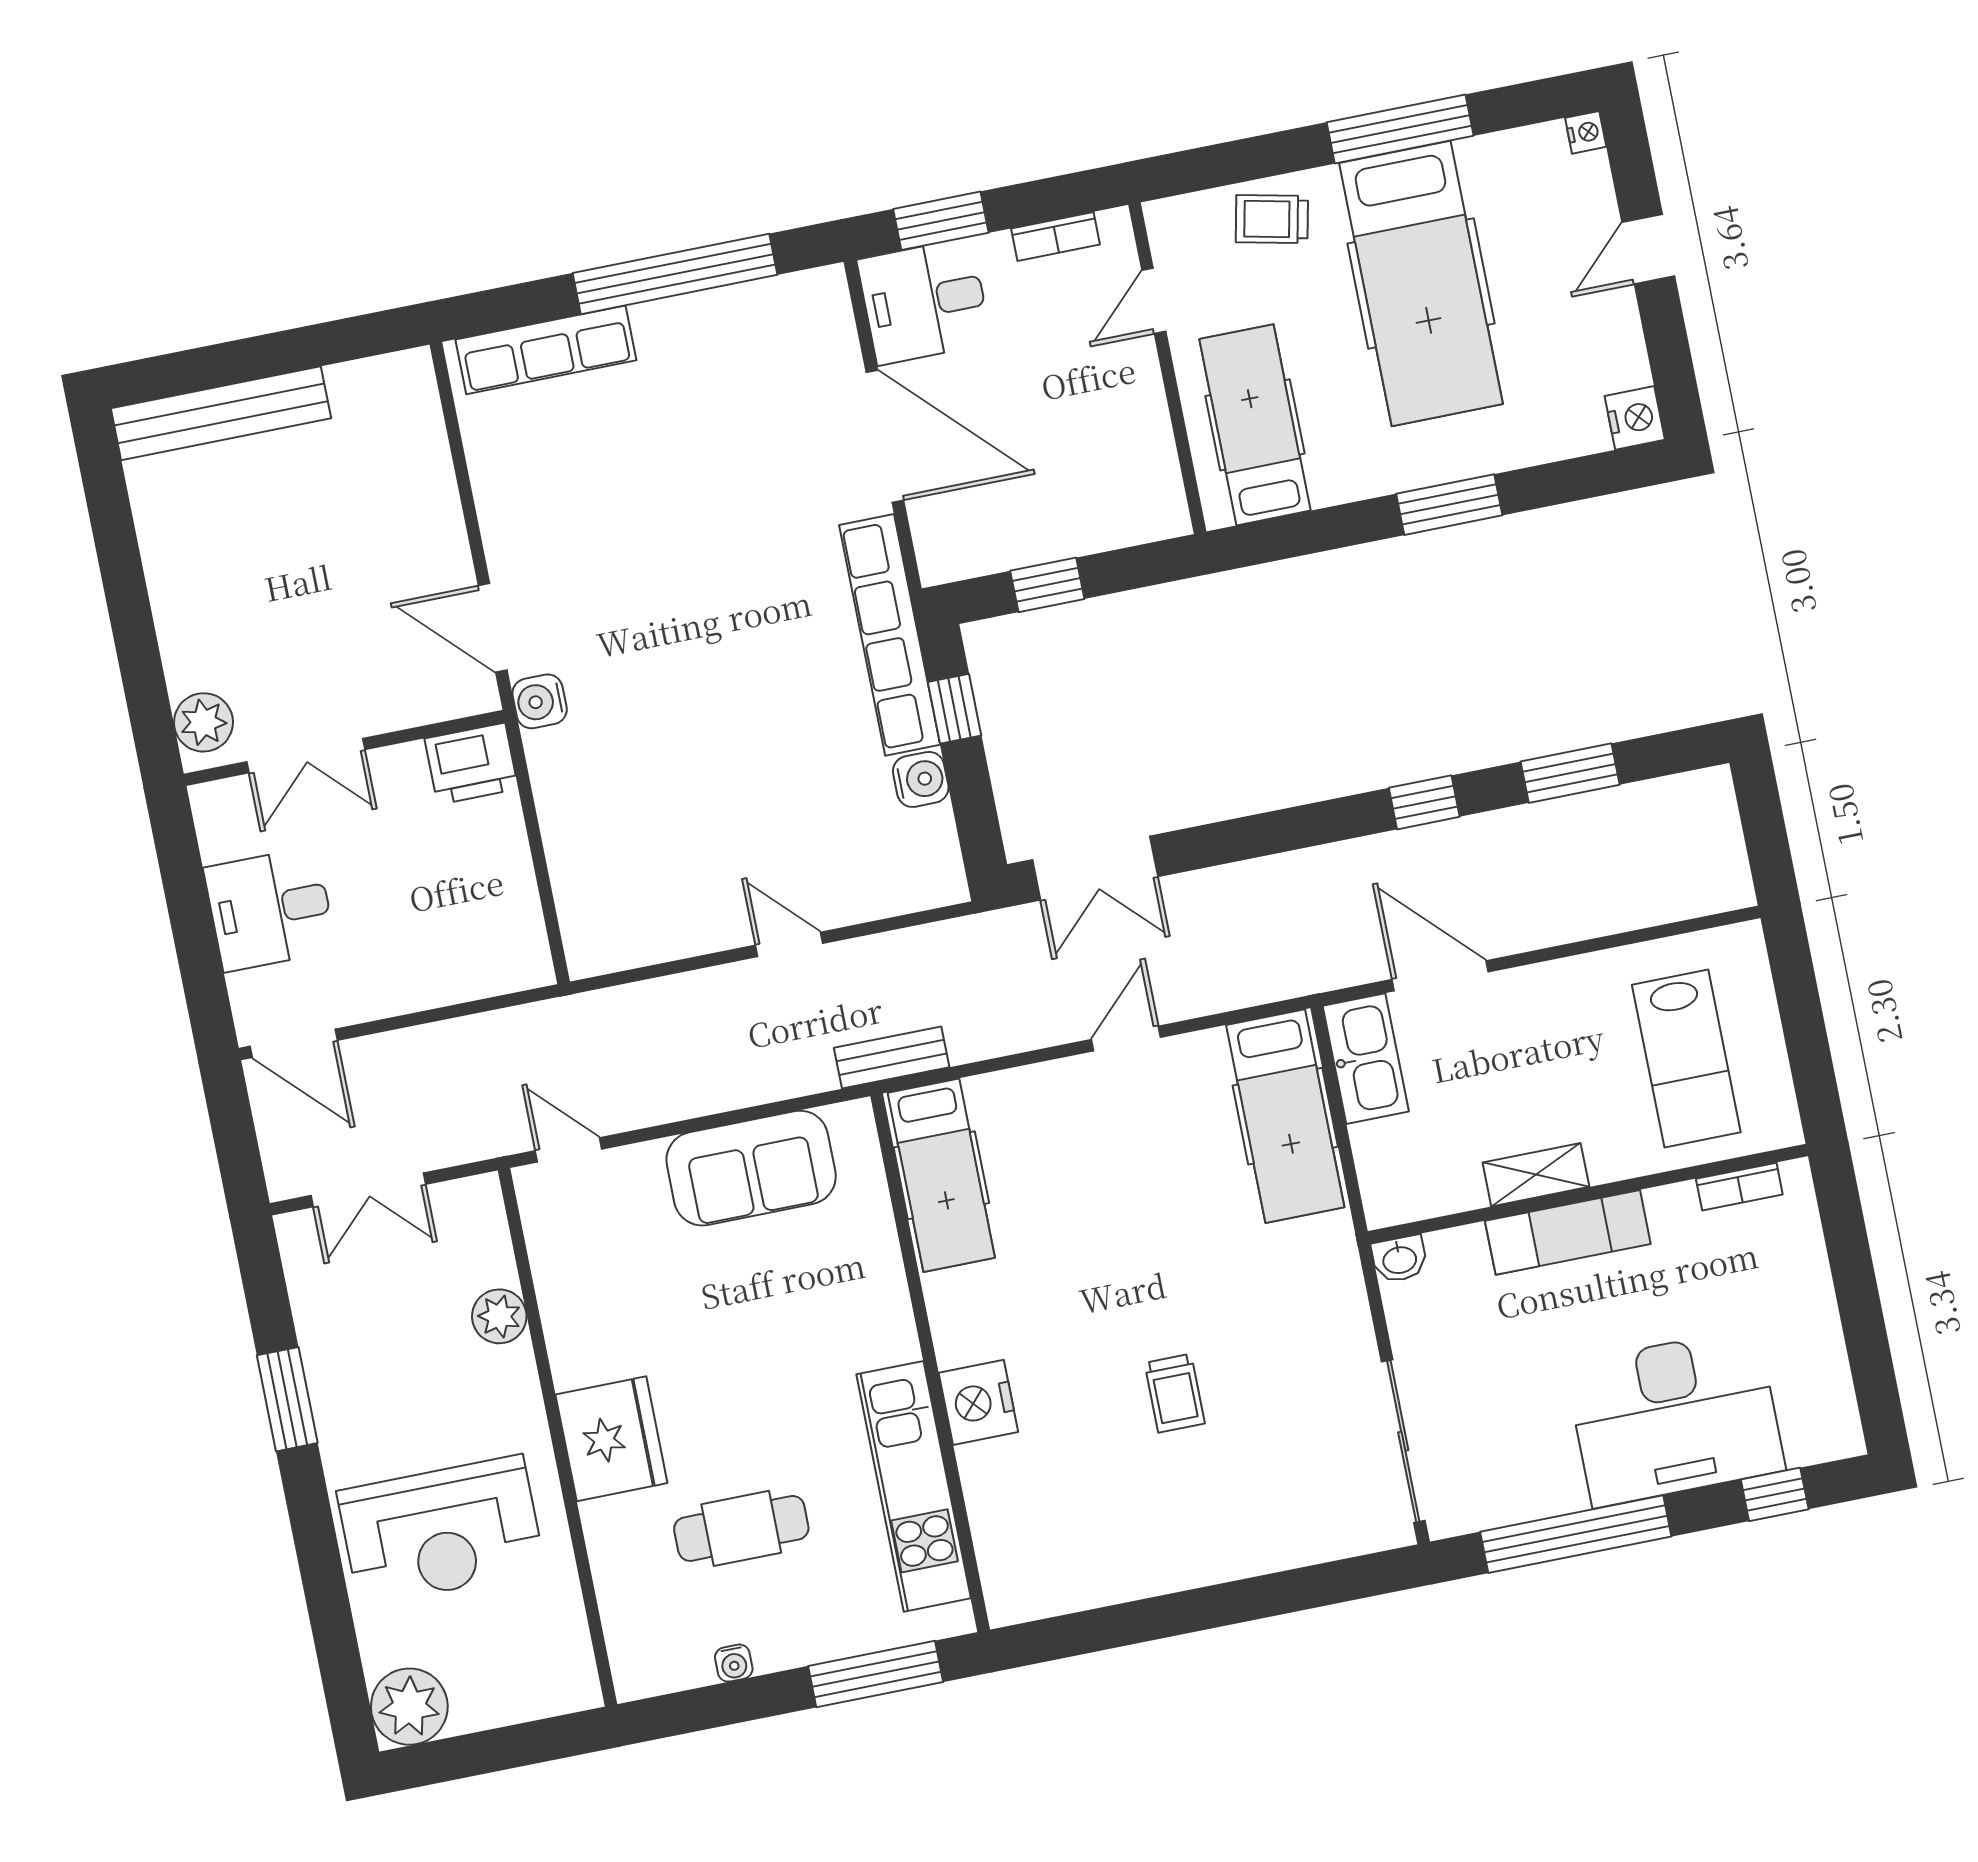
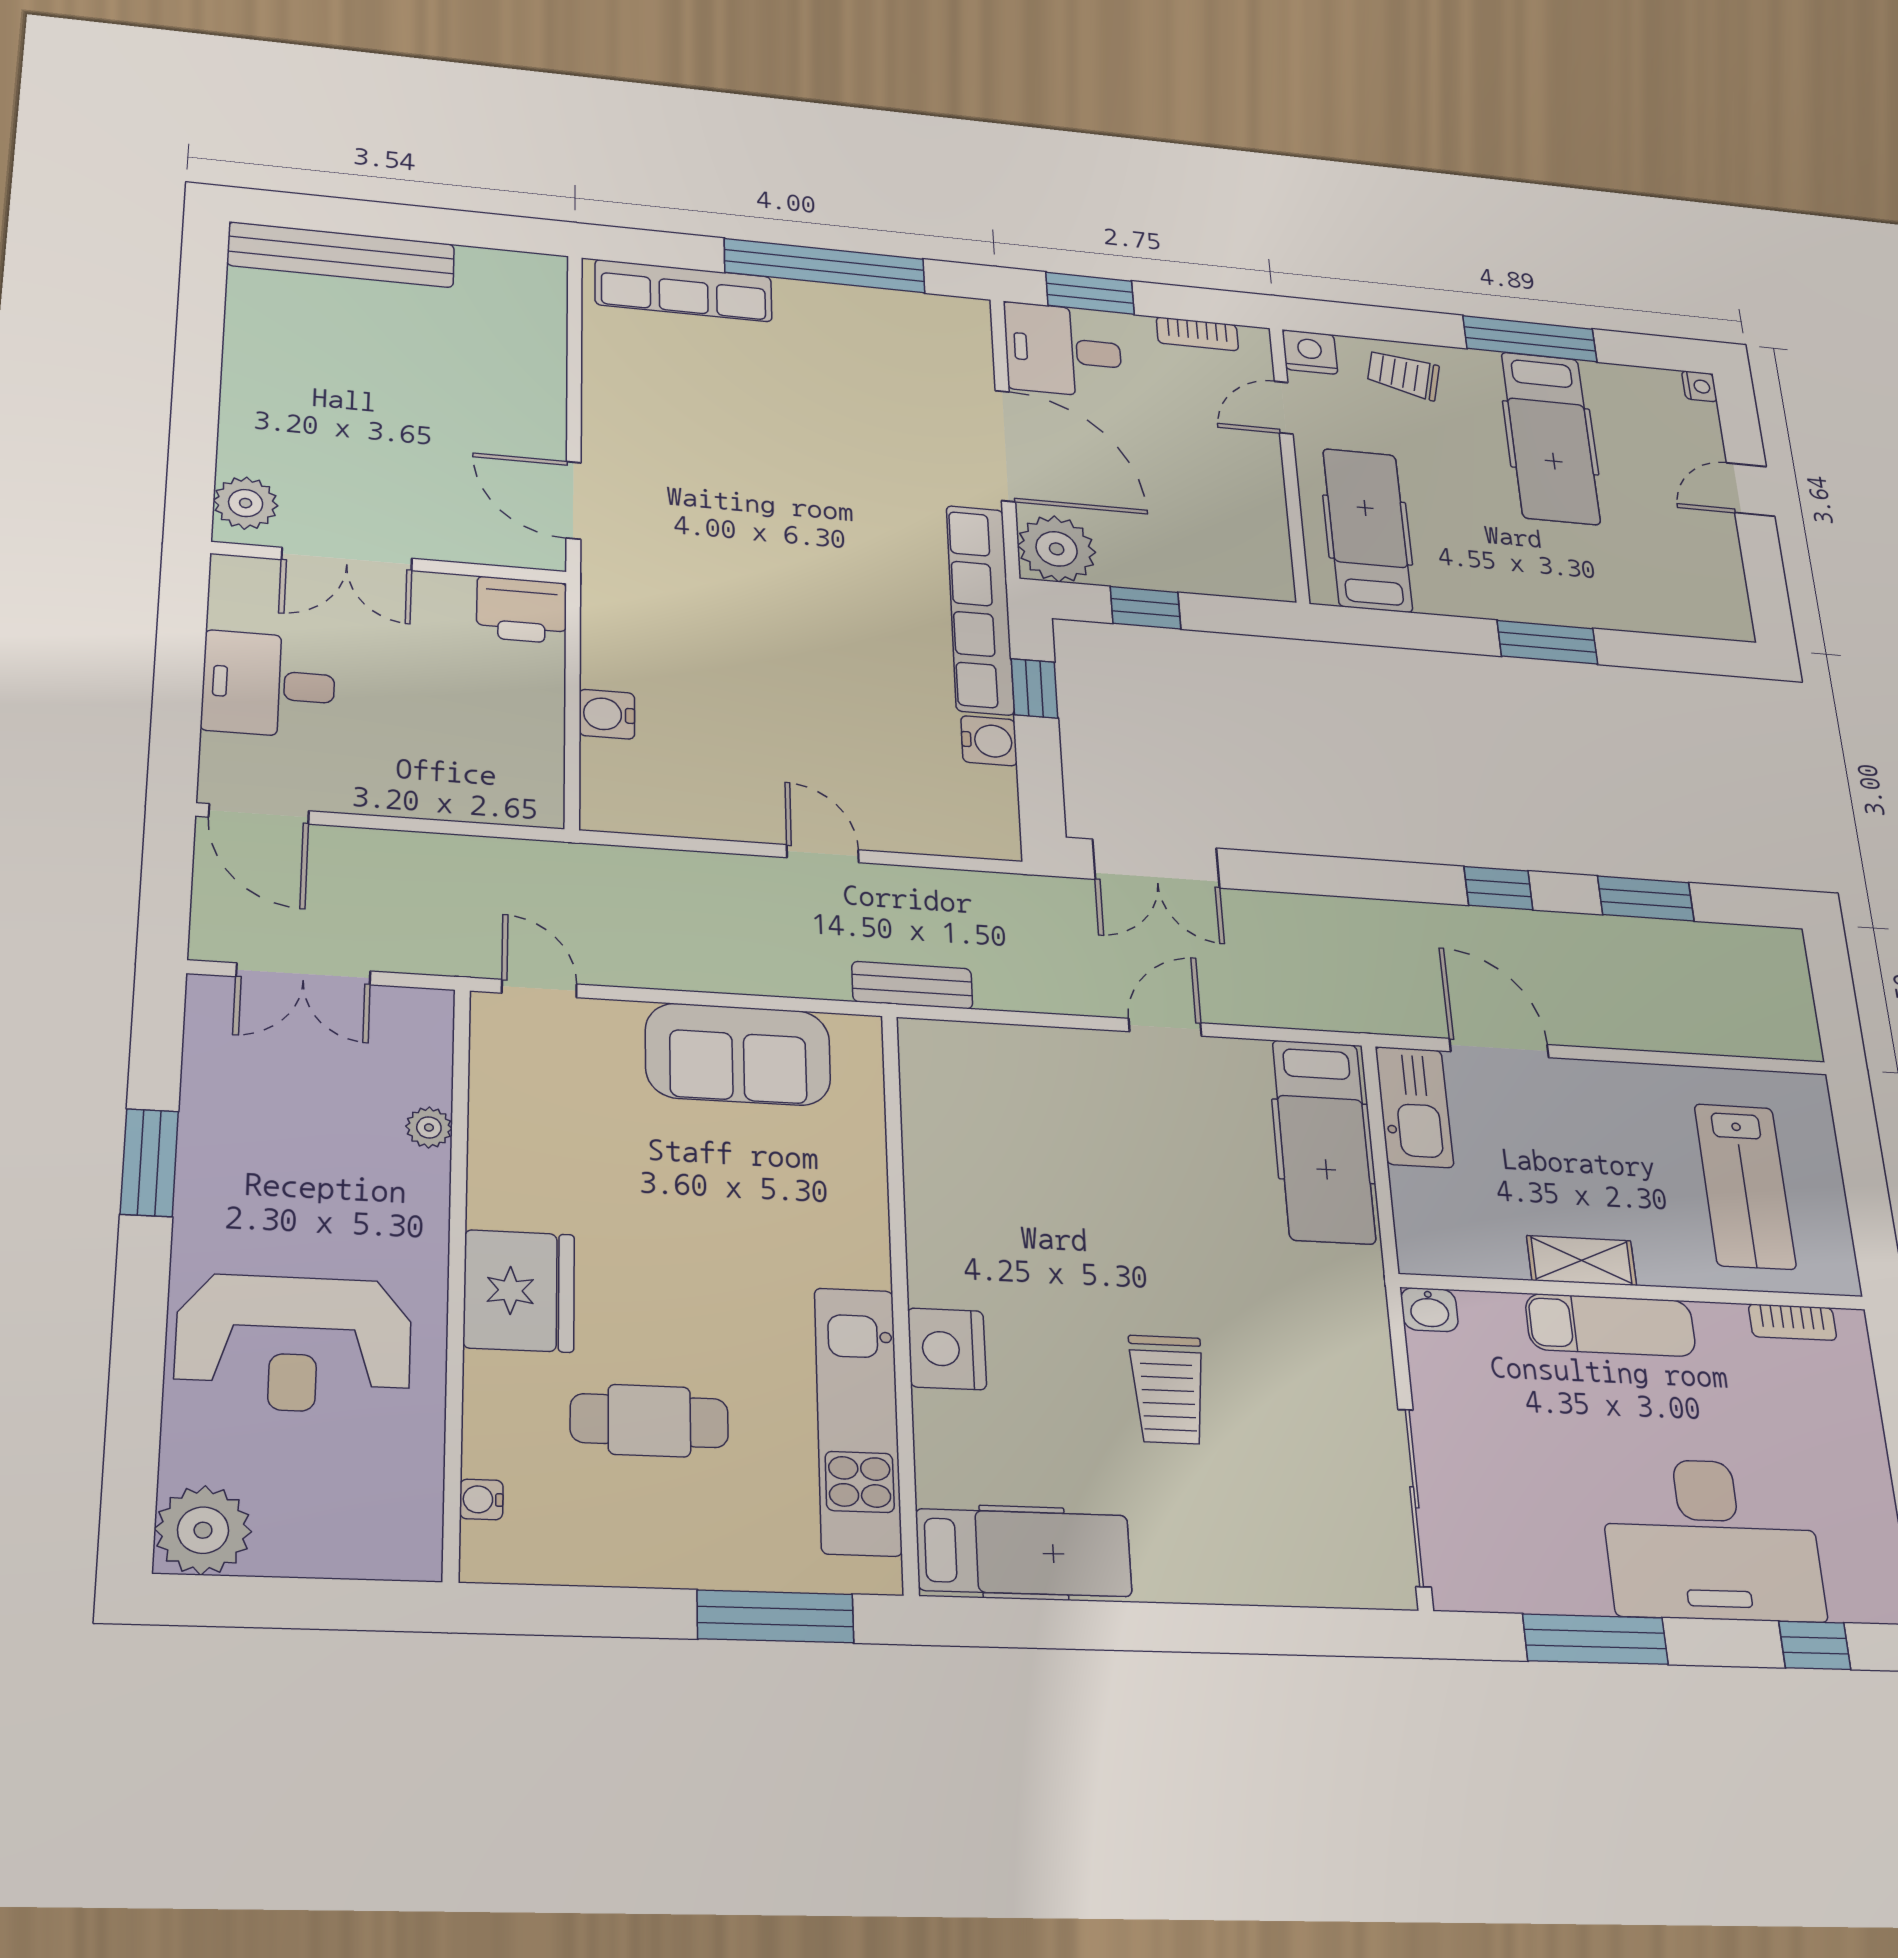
hospital bed: (1421, 283) -> (1550, 438), width x0.73, depth x0.78
nightstand: (1635, 418) -> (1310, 352), moved, turned -90
plant: (952, 543) -> (1057, 549), added
water cooler: (540, 701) -> (607, 714), moved
hospital bed: (941, 1175) -> (1024, 1553), moved, turned -90
plant: (499, 1316) -> (429, 1127), width x0.73, depth x0.73
trolley: (1175, 1393) -> (1168, 1389), width x1.36, depth x1.39
window: (1576, 1534) -> (1595, 1639), width x0.68
water cooler: (734, 1663) -> (481, 1499), moved, turned 90

